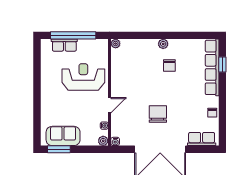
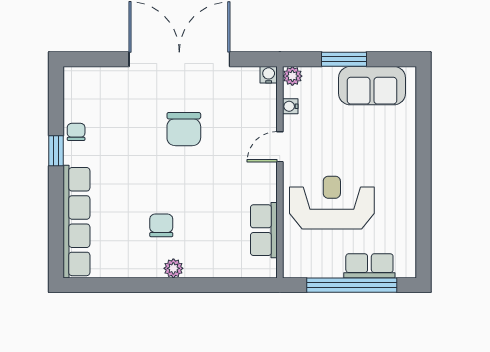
plant: (116, 44) -> (268, 269), removed
window: (222, 65) -> (56, 151), moved
reception desk: (83, 77) -> (332, 203), turned 180
row of seats: (202, 139) -> (264, 230), moved, turned 90
window: (59, 149) -> (344, 59), moved

